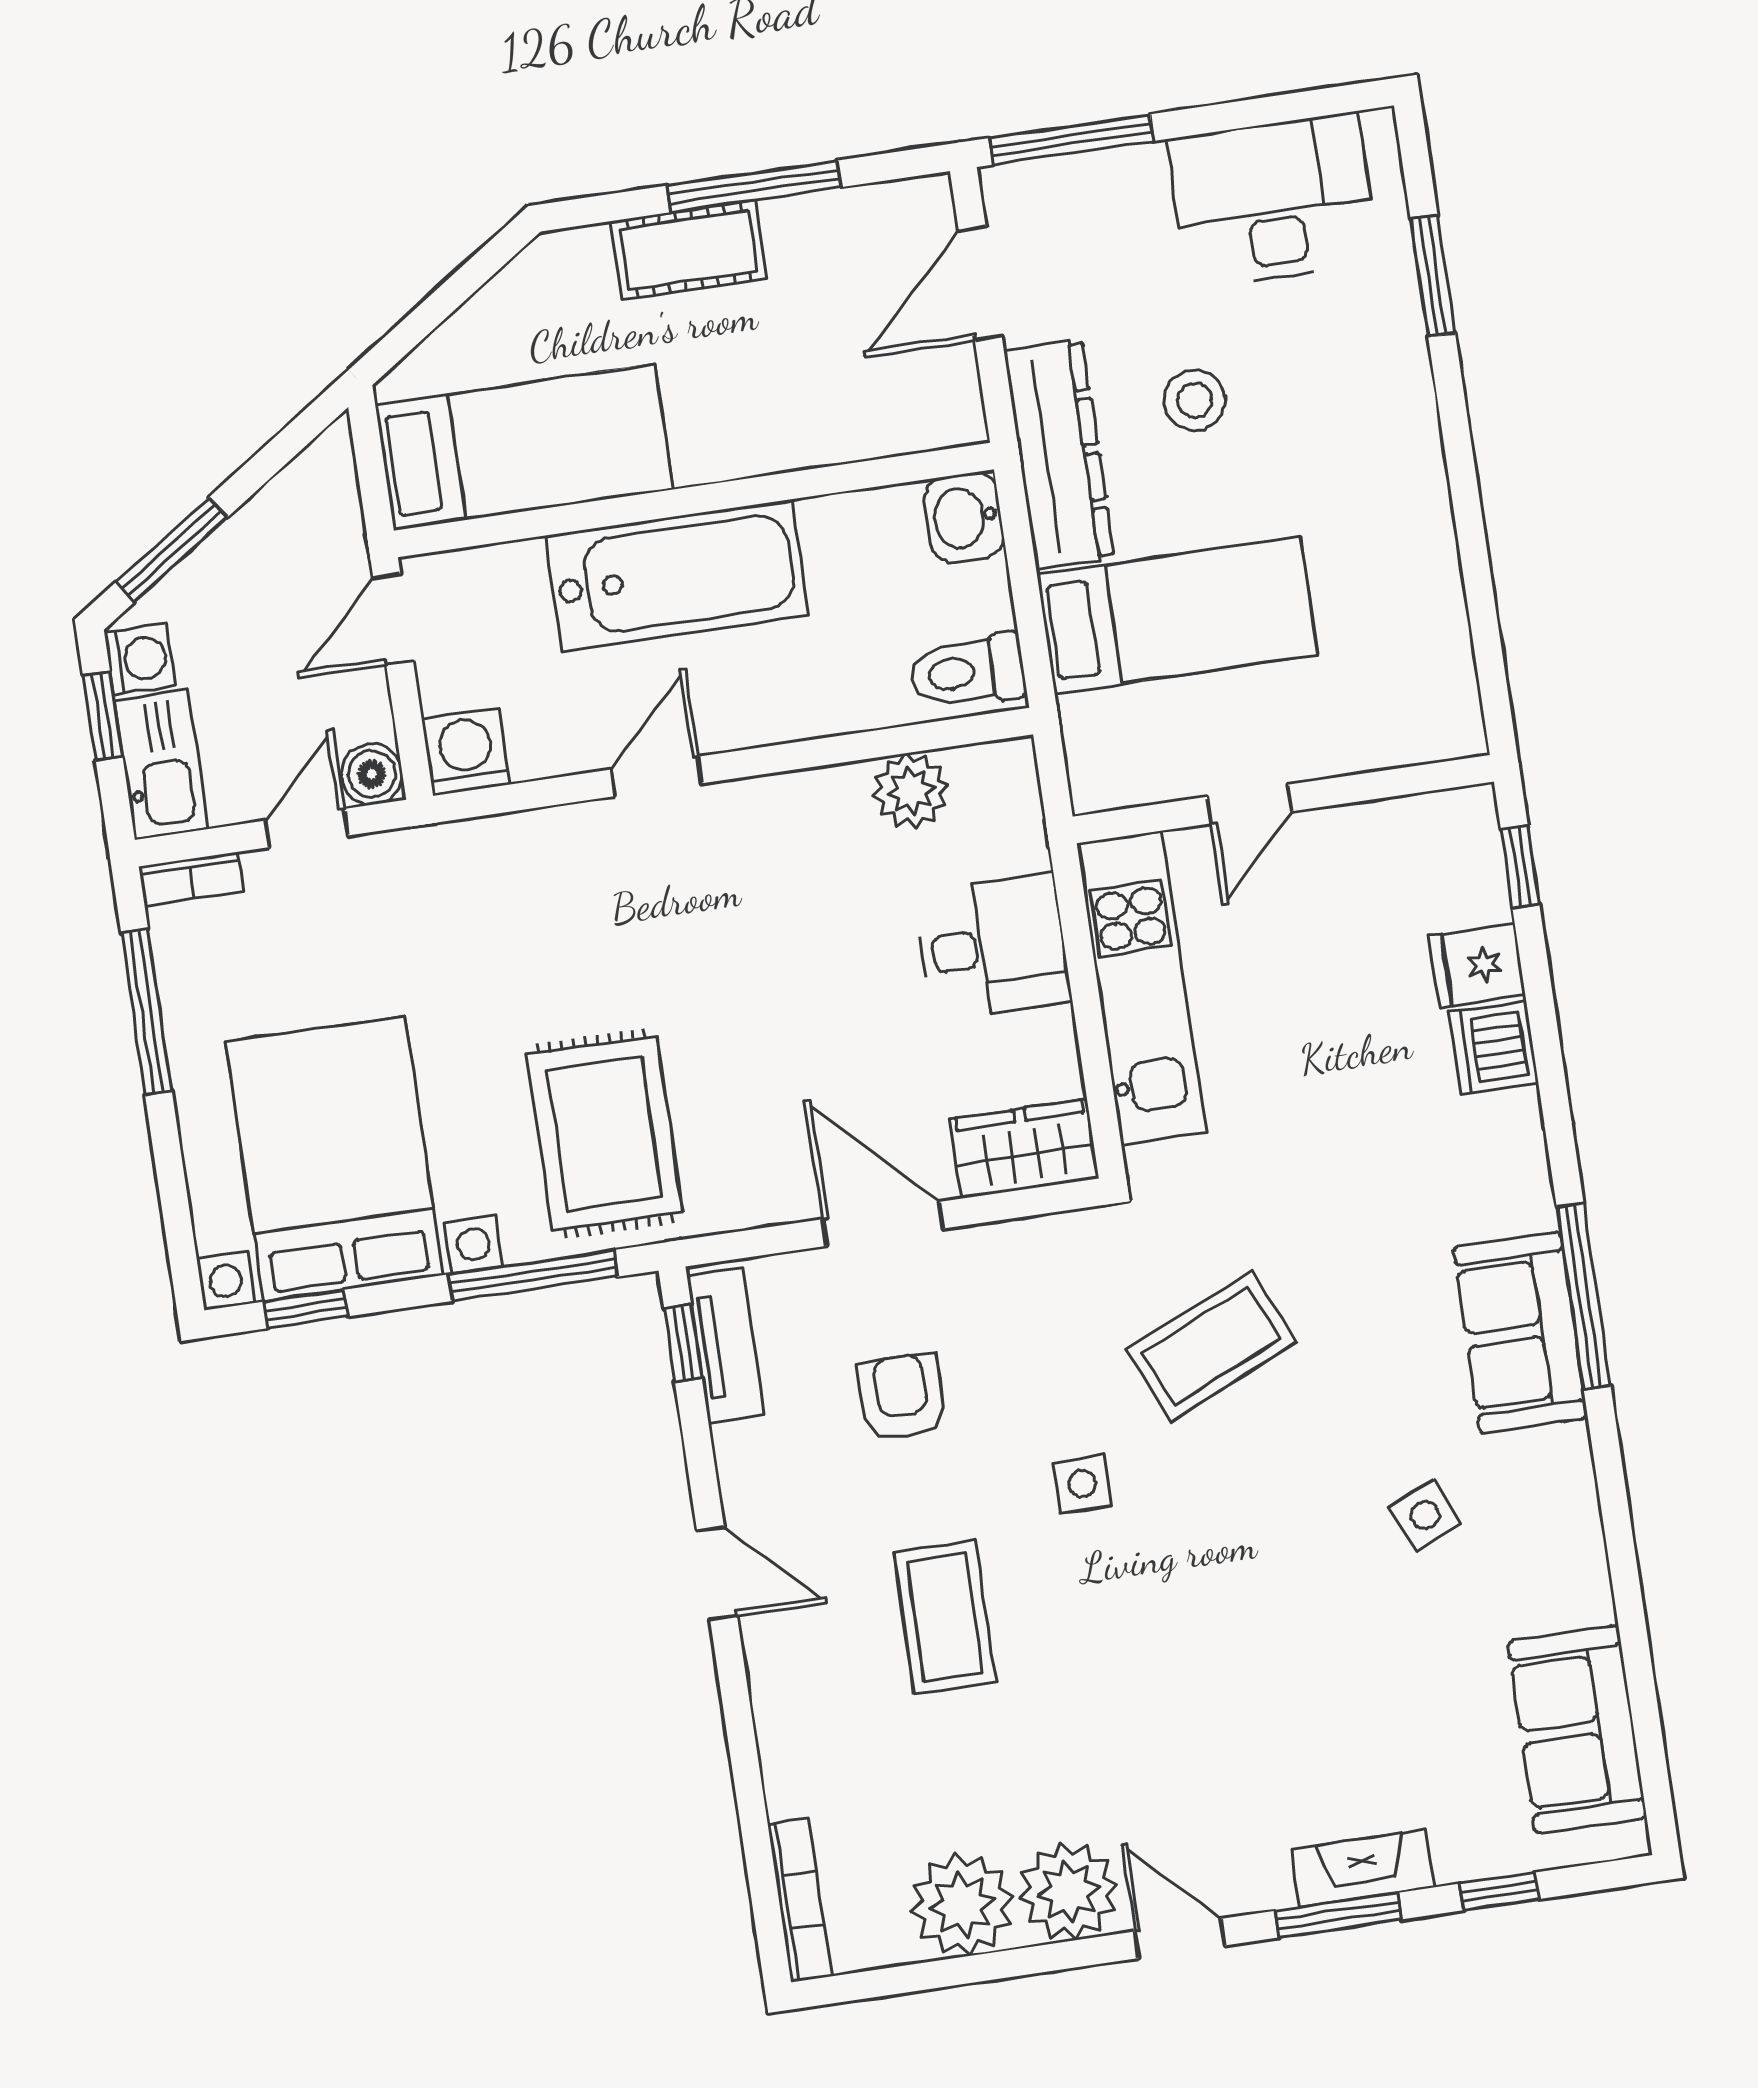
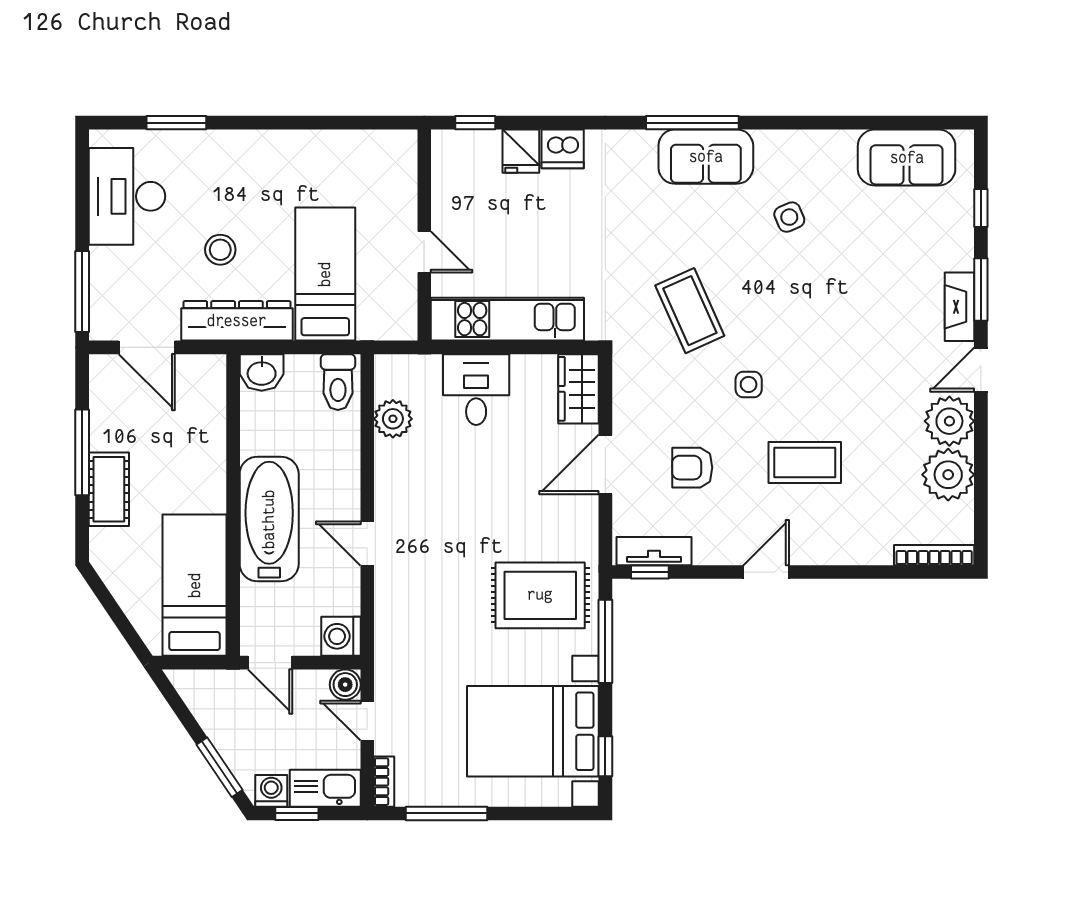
fireplace: (1363, 1868) -> (960, 307), moved

